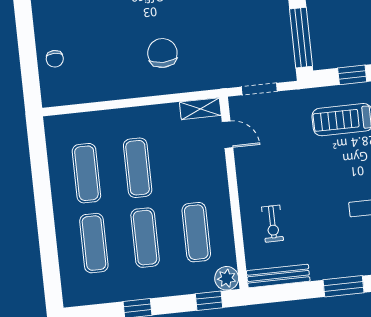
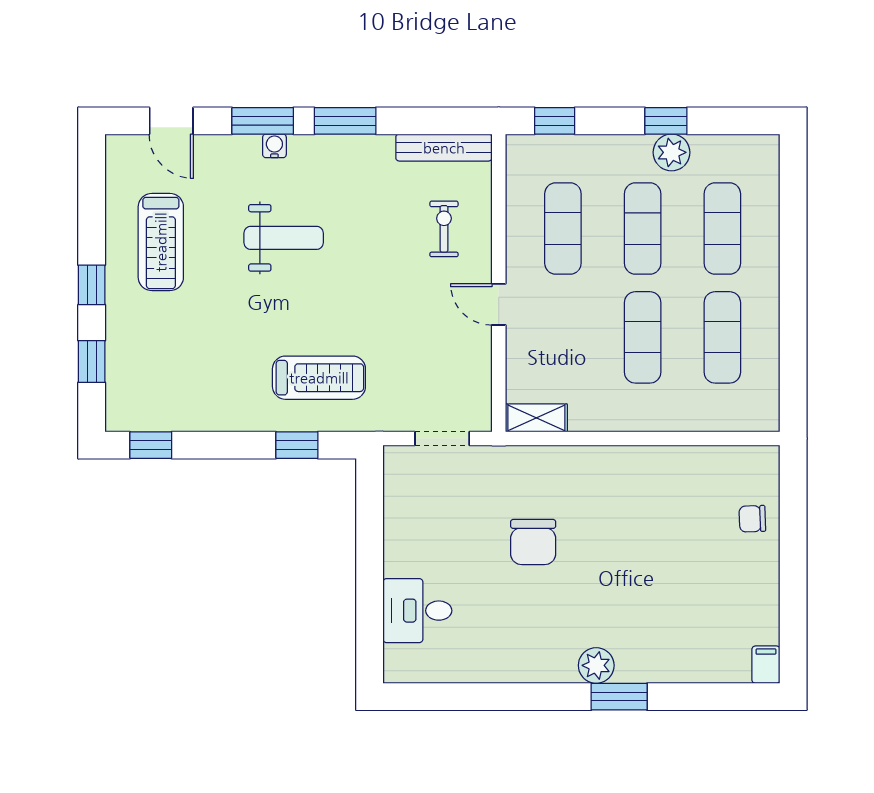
window: (301, 38) -> (370, 511), removed
chair: (162, 53) -> (533, 542), moved
chair: (55, 59) -> (752, 519), turned -92
door: (228, 135) -> (499, 304), moved
plant: (227, 278) -> (672, 152), moved

